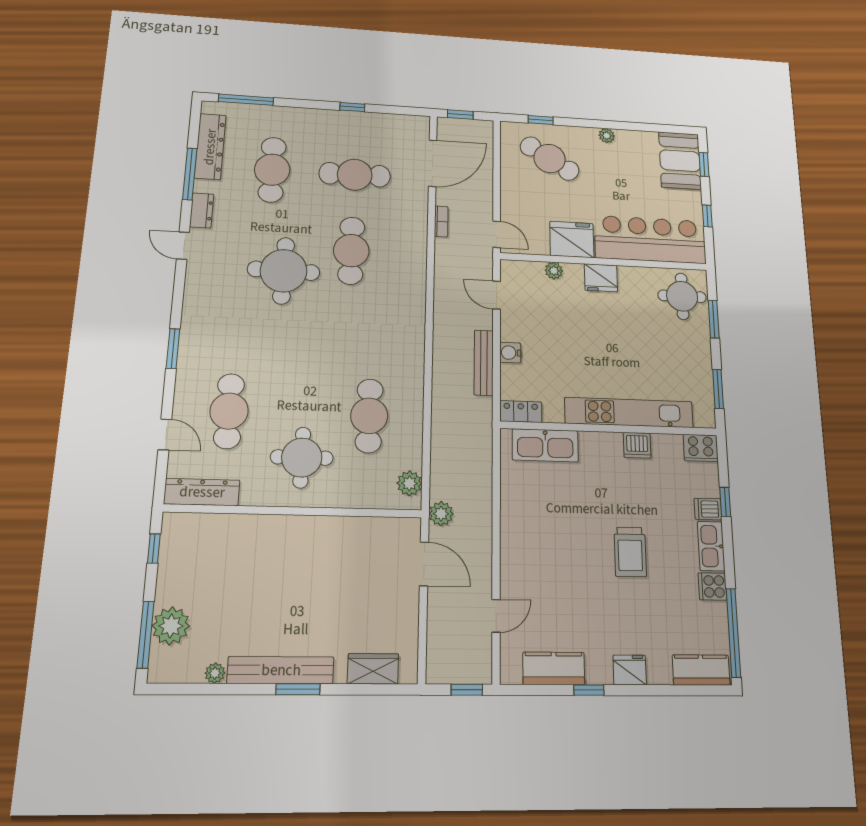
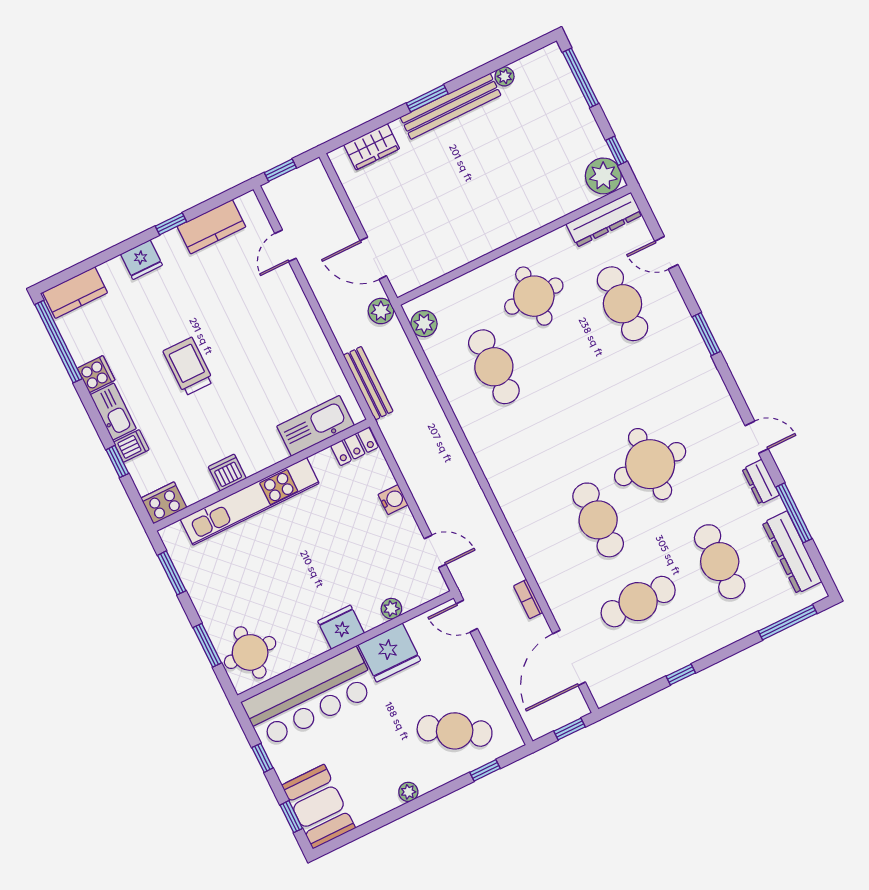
bench: (484, 363) -> (368, 383), moved
plant: (171, 626) -> (603, 176), moved

